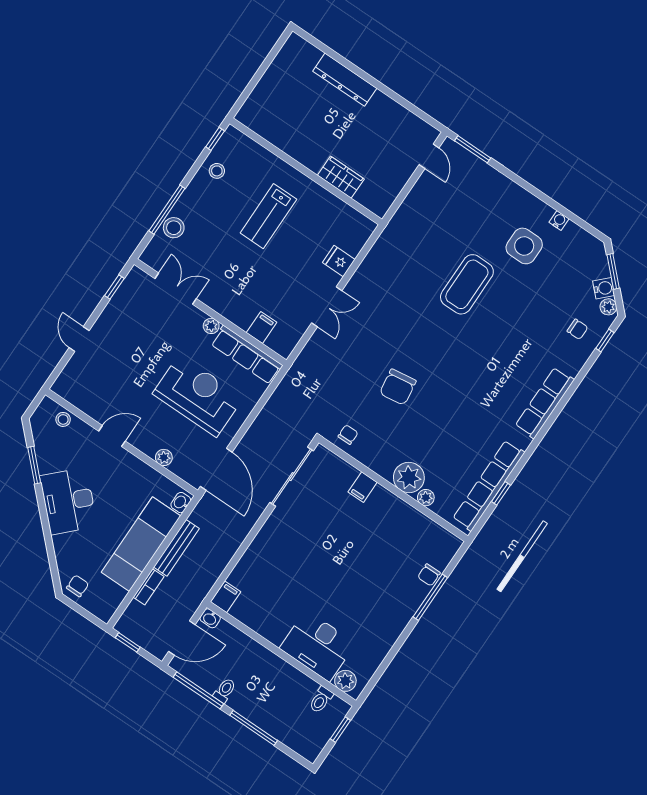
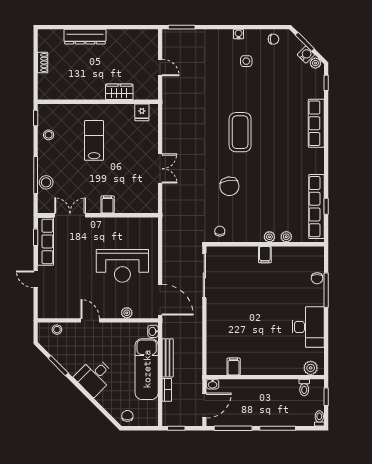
shoe rack: (271, 76) -> (43, 62), added
door: (429, 156) -> (160, 67), moved
lab bench: (268, 216) -> (94, 140), turned 180
water cooler: (559, 221) -> (239, 34), moved
side table: (524, 246) -> (246, 61), width x0.54, depth x0.54
fridge: (339, 261) -> (142, 112), moved, turned -90
coffee table: (467, 284) -> (240, 132), moved
plant: (211, 326) -> (104, 223), removed
filing cabinet: (262, 328) -> (108, 205), moved
chair: (577, 329) -> (273, 39), moved
row of seats: (247, 355) -> (45, 241), moved, turned -90
reception desk: (198, 396) -> (122, 266), turned 180
row of seats: (545, 403) -> (316, 123), moved
door: (112, 436) -> (90, 320), hinge flipped
plant: (409, 477) -> (269, 237), width x0.53, depth x0.53
filing cabinet: (363, 487) -> (265, 255), moved
desk: (69, 501) -> (94, 376), width x0.73
filing cabinet: (226, 597) -> (234, 366), moved
desk: (318, 646) -> (308, 327), moved, turned -90
toilet: (225, 690) -> (319, 418), moved

